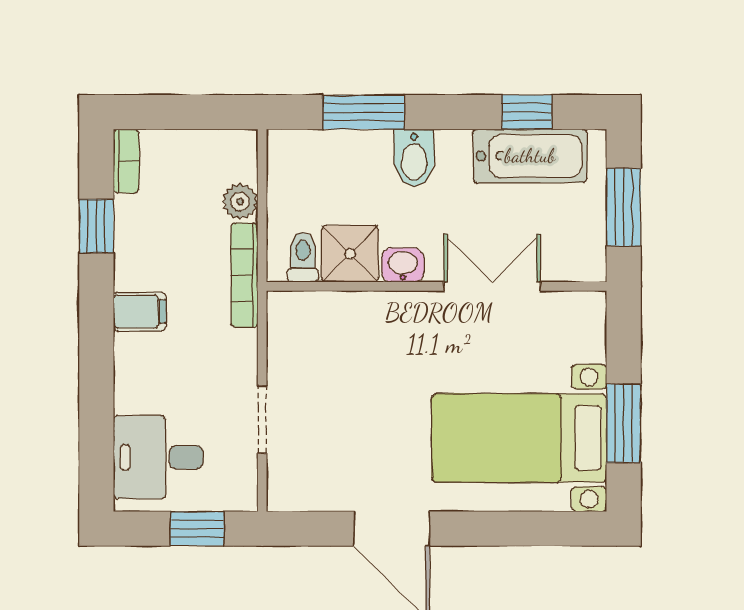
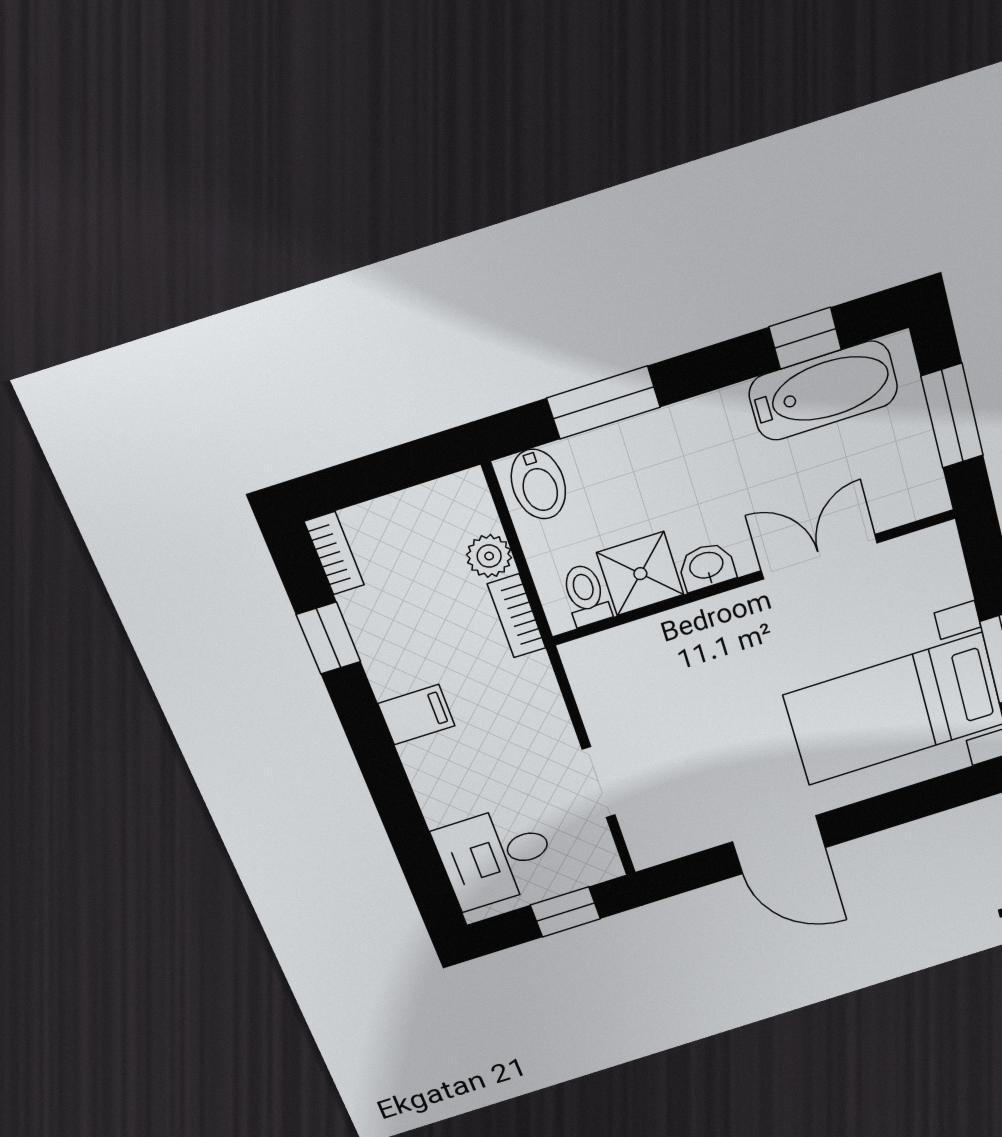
bidet: (414, 158) -> (538, 484), moved
bookcase: (245, 275) -> (517, 616), width x0.64

